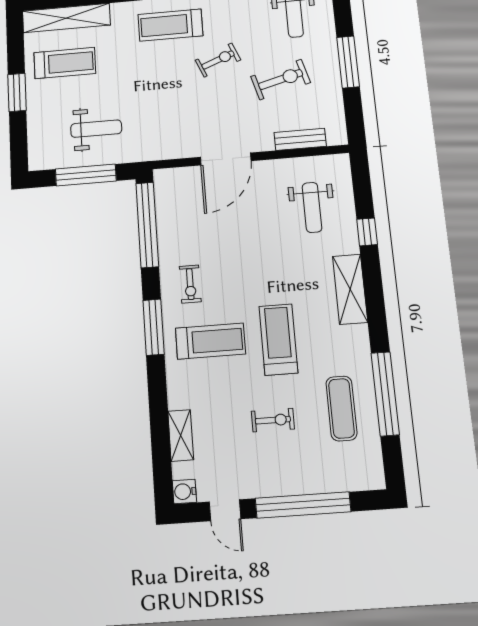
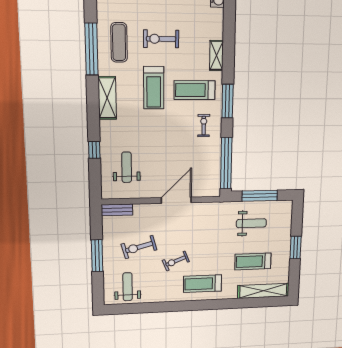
treadmill: (170, 25) -> (202, 284), turned 180
treadmill: (65, 63) -> (253, 261), moved
weight bench: (96, 129) -> (251, 223), turned 180
bench: (300, 139) -> (117, 210), moved
shelving: (350, 289) -> (107, 98), moved
exercise bike: (273, 420) -> (161, 39), width x1.38, depth x1.39
shelving: (181, 435) -> (216, 55), moved

